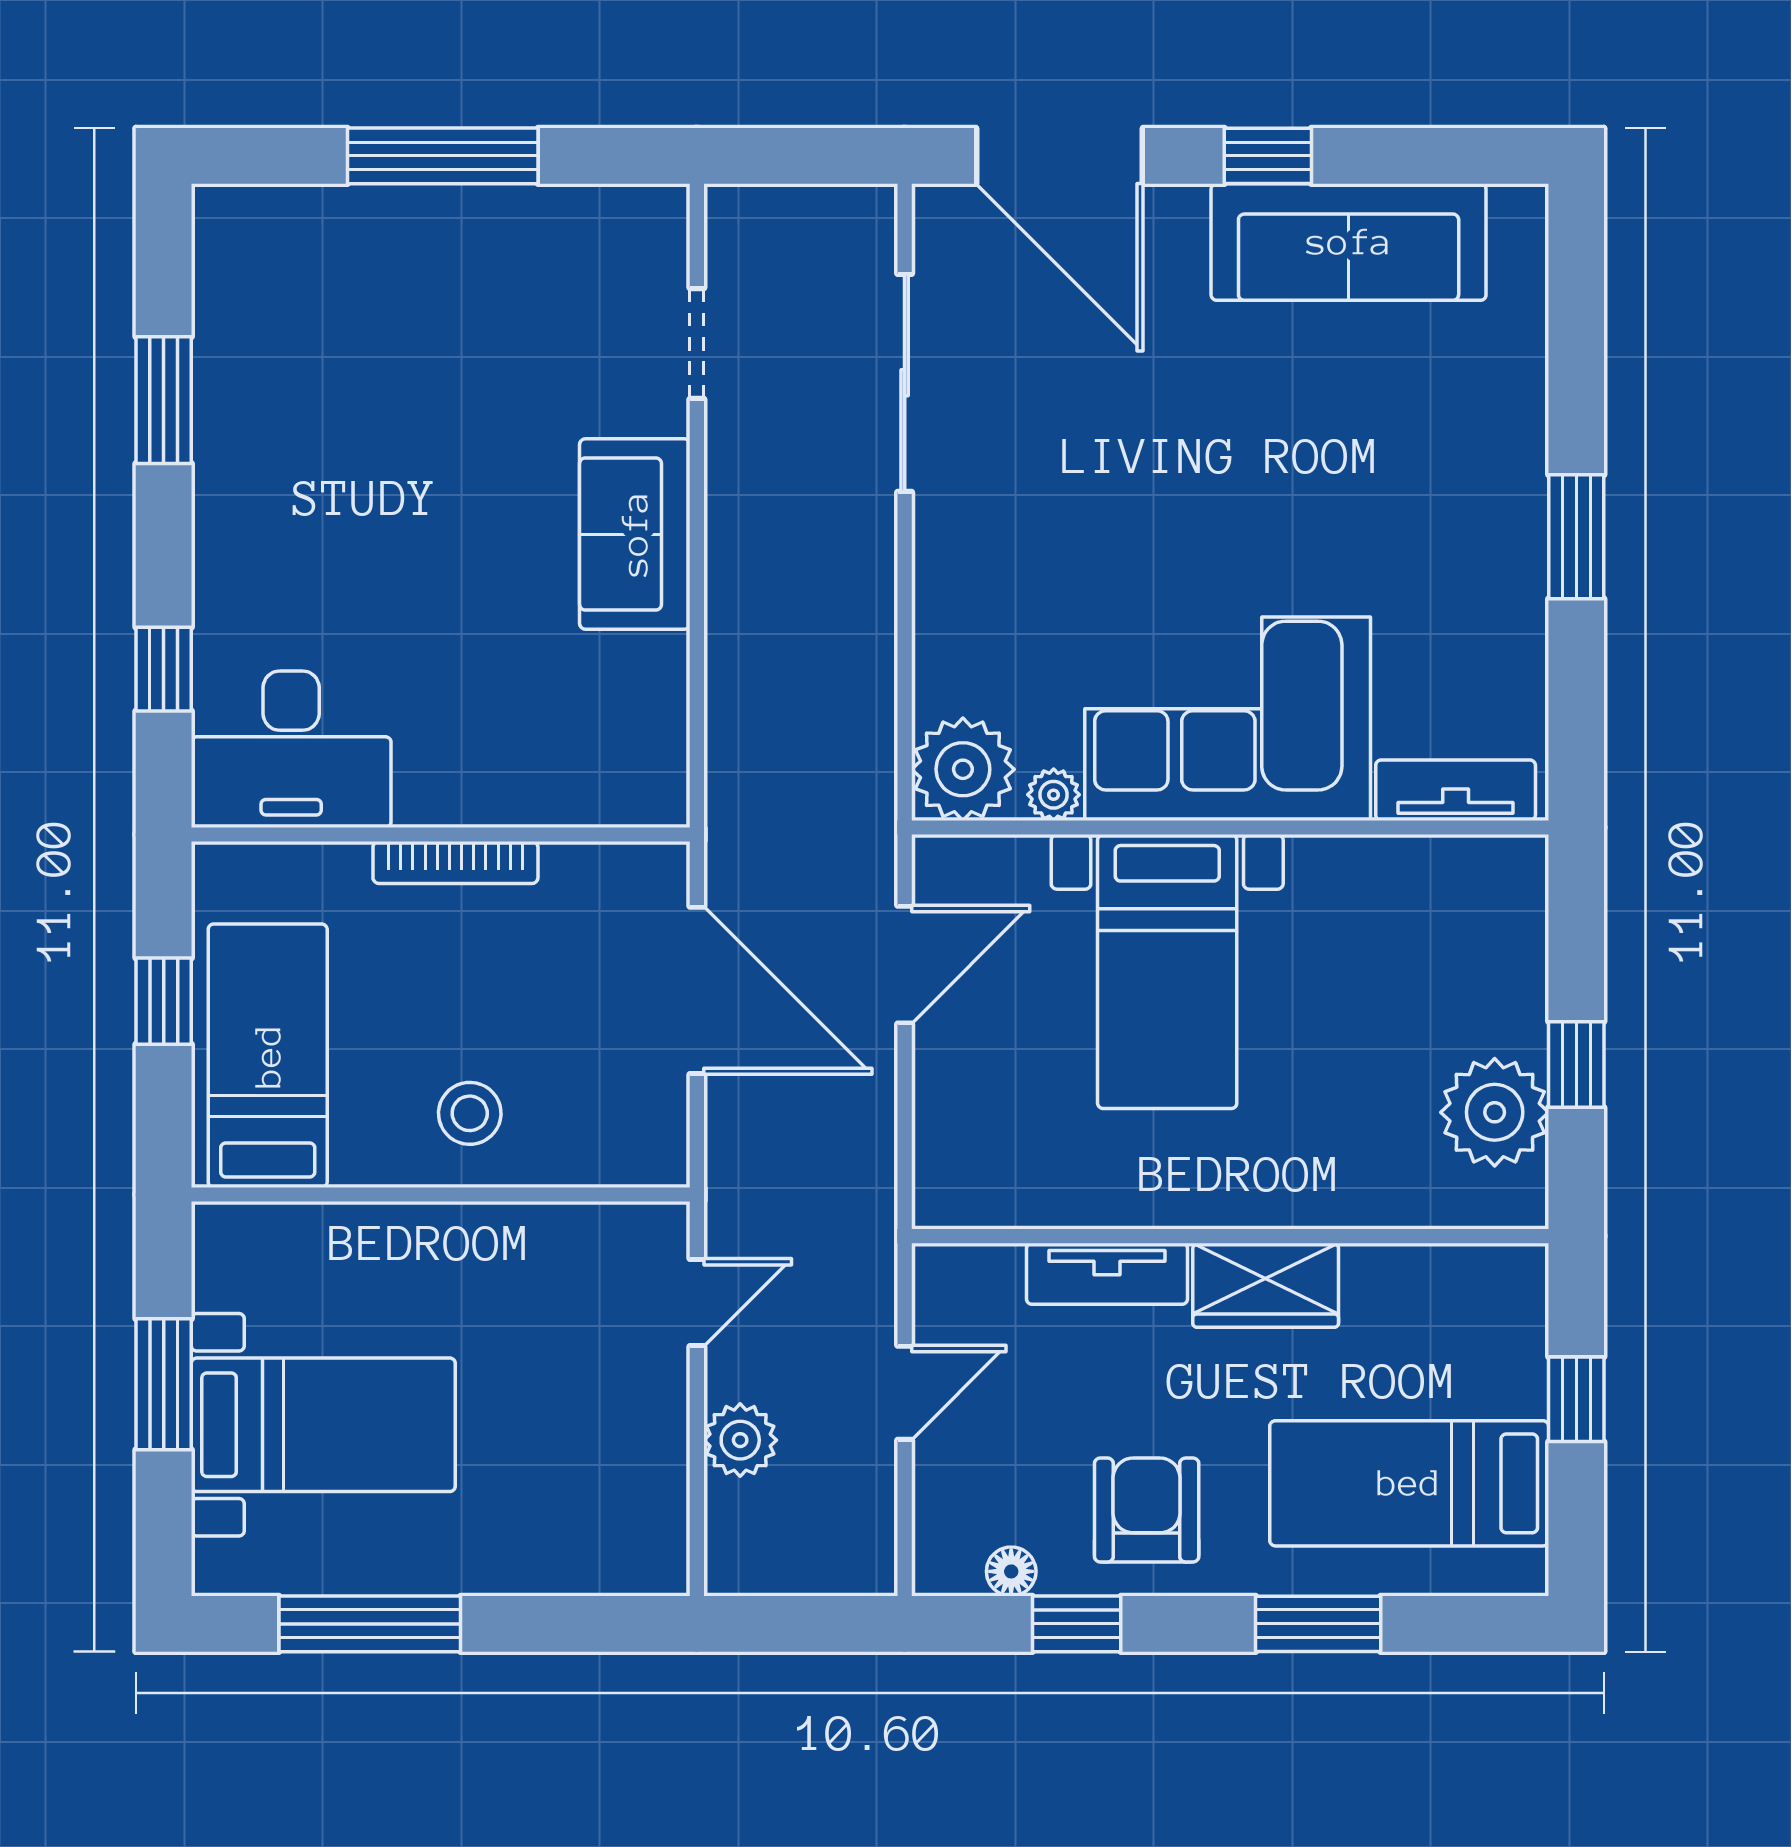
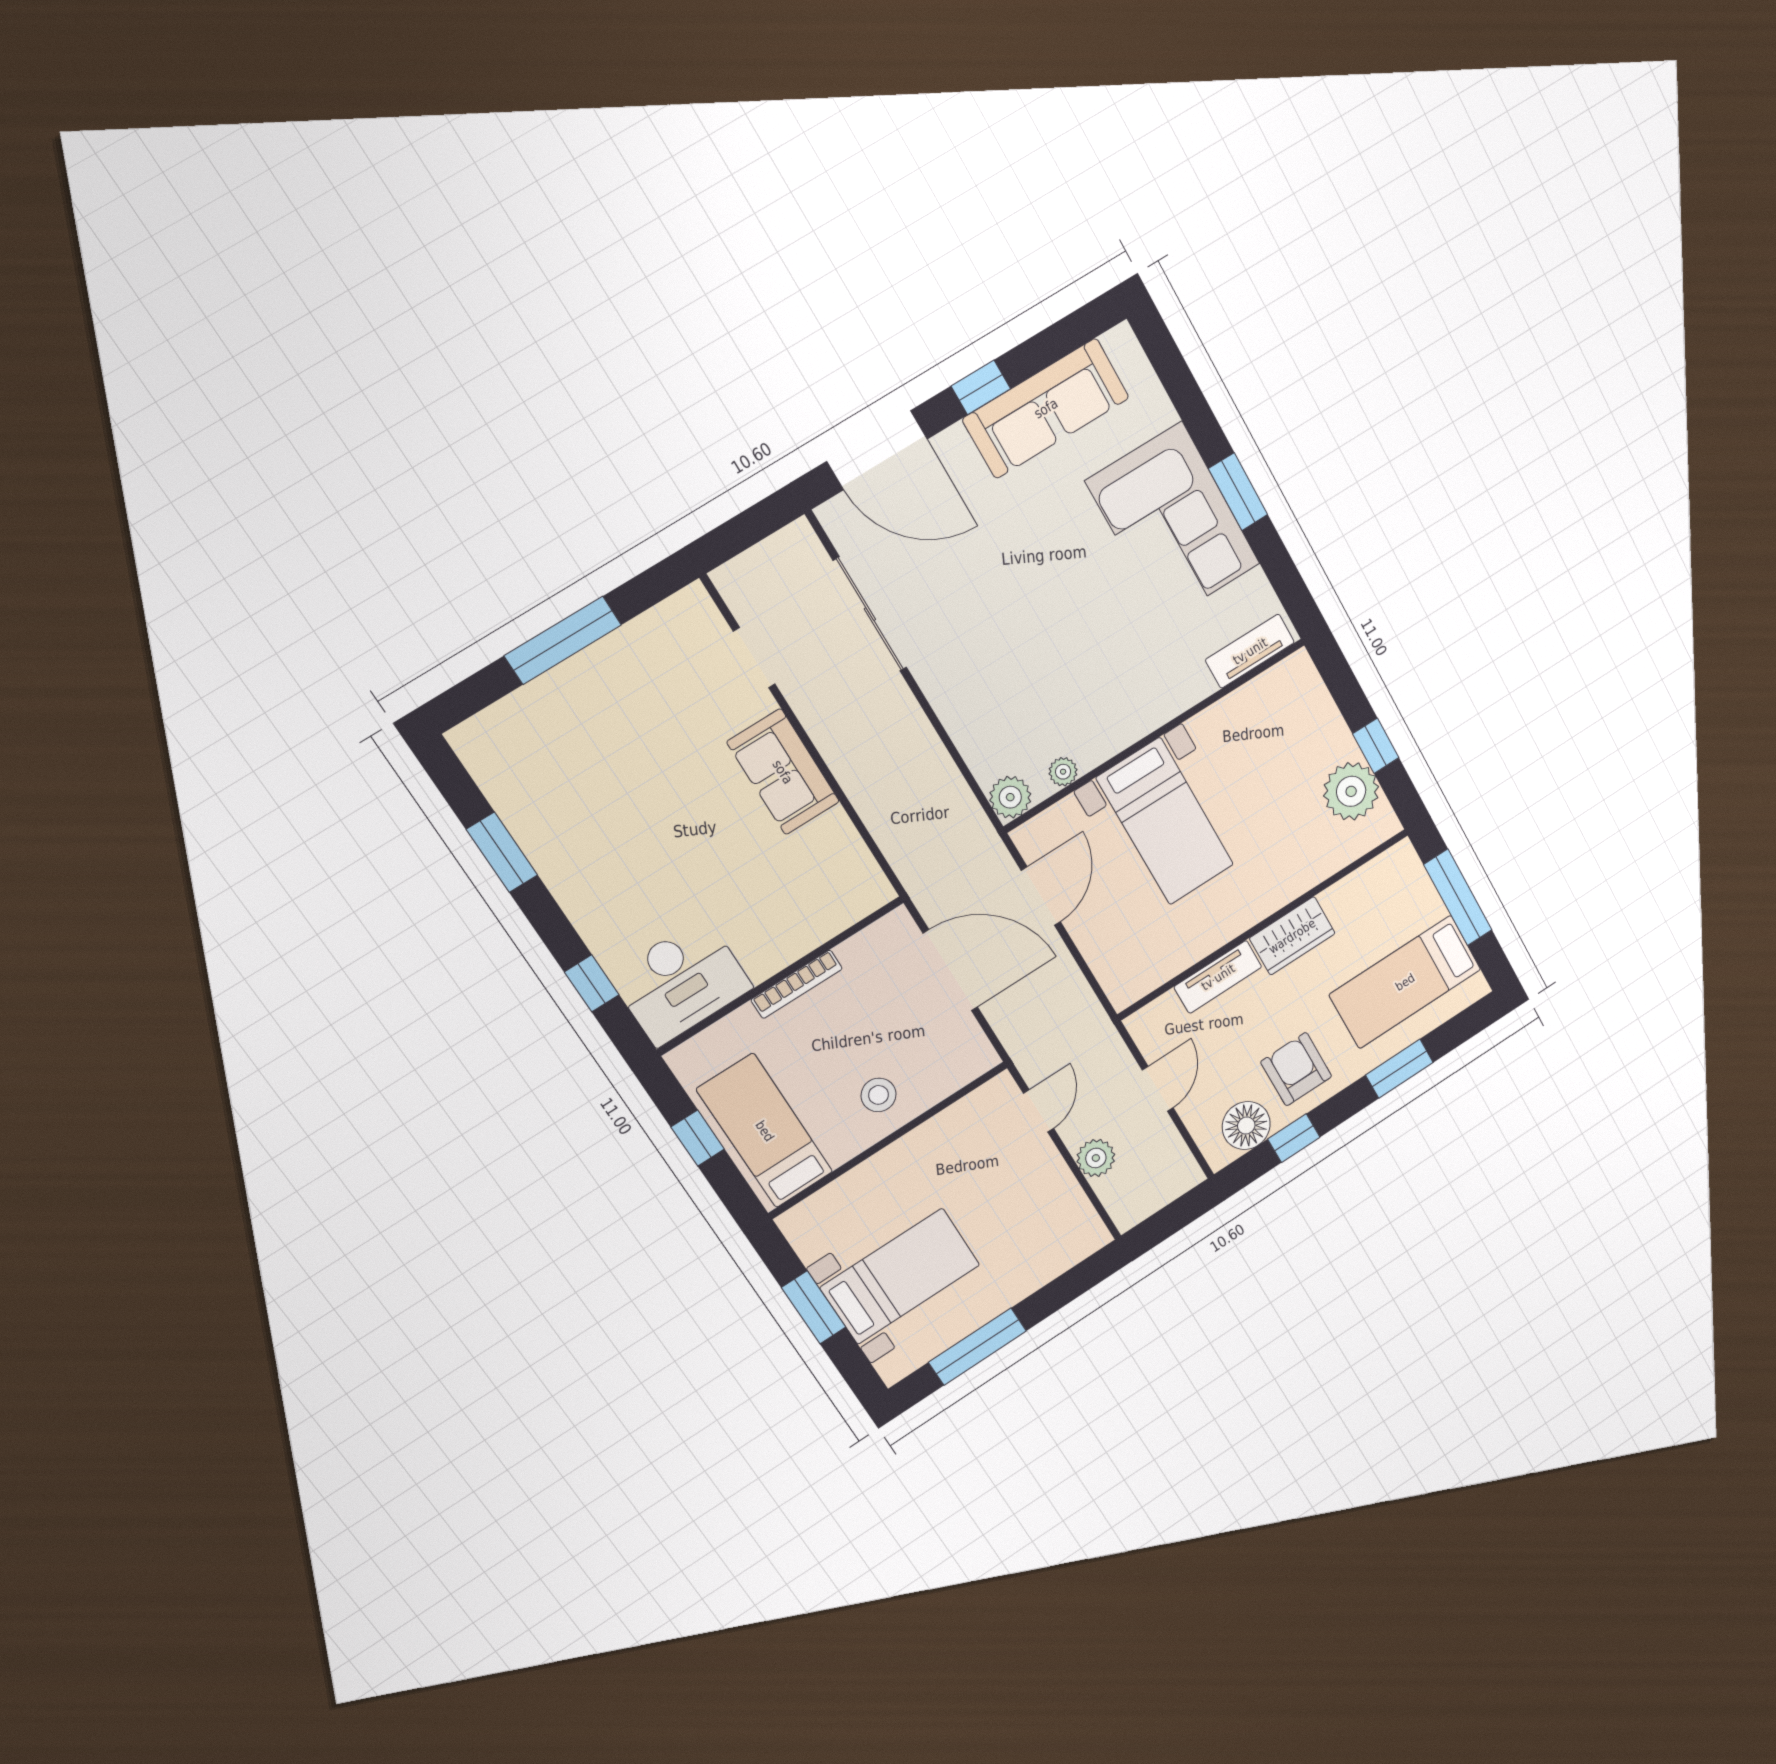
corner sofa: (1228, 719) -> (1173, 523), moved, turned -90
plant: (963, 769) -> (1010, 797), width x0.73, depth x0.73
window: (1576, 1399) -> (1458, 897), width x2.17
floor lamp: (1011, 1571) -> (1246, 1126), width x1.89, depth x1.89

